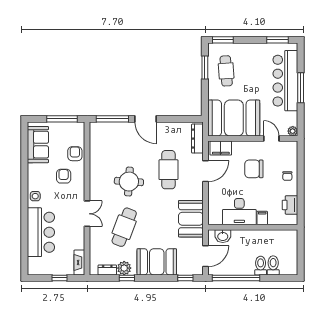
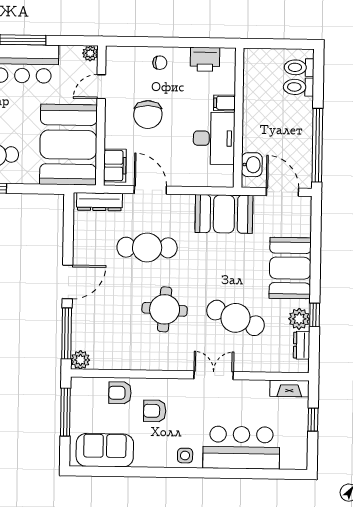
plant: (96, 128) -> (80, 360), added
toilet: (261, 266) -> (299, 67), moved
window: (185, 278) -> (316, 224), removed

